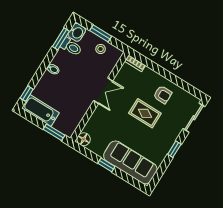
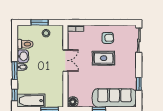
washbasin: (77, 32) -> (23, 56), moved
window: (61, 39) -> (15, 71), moved
window: (174, 149) -> (139, 84), moved

